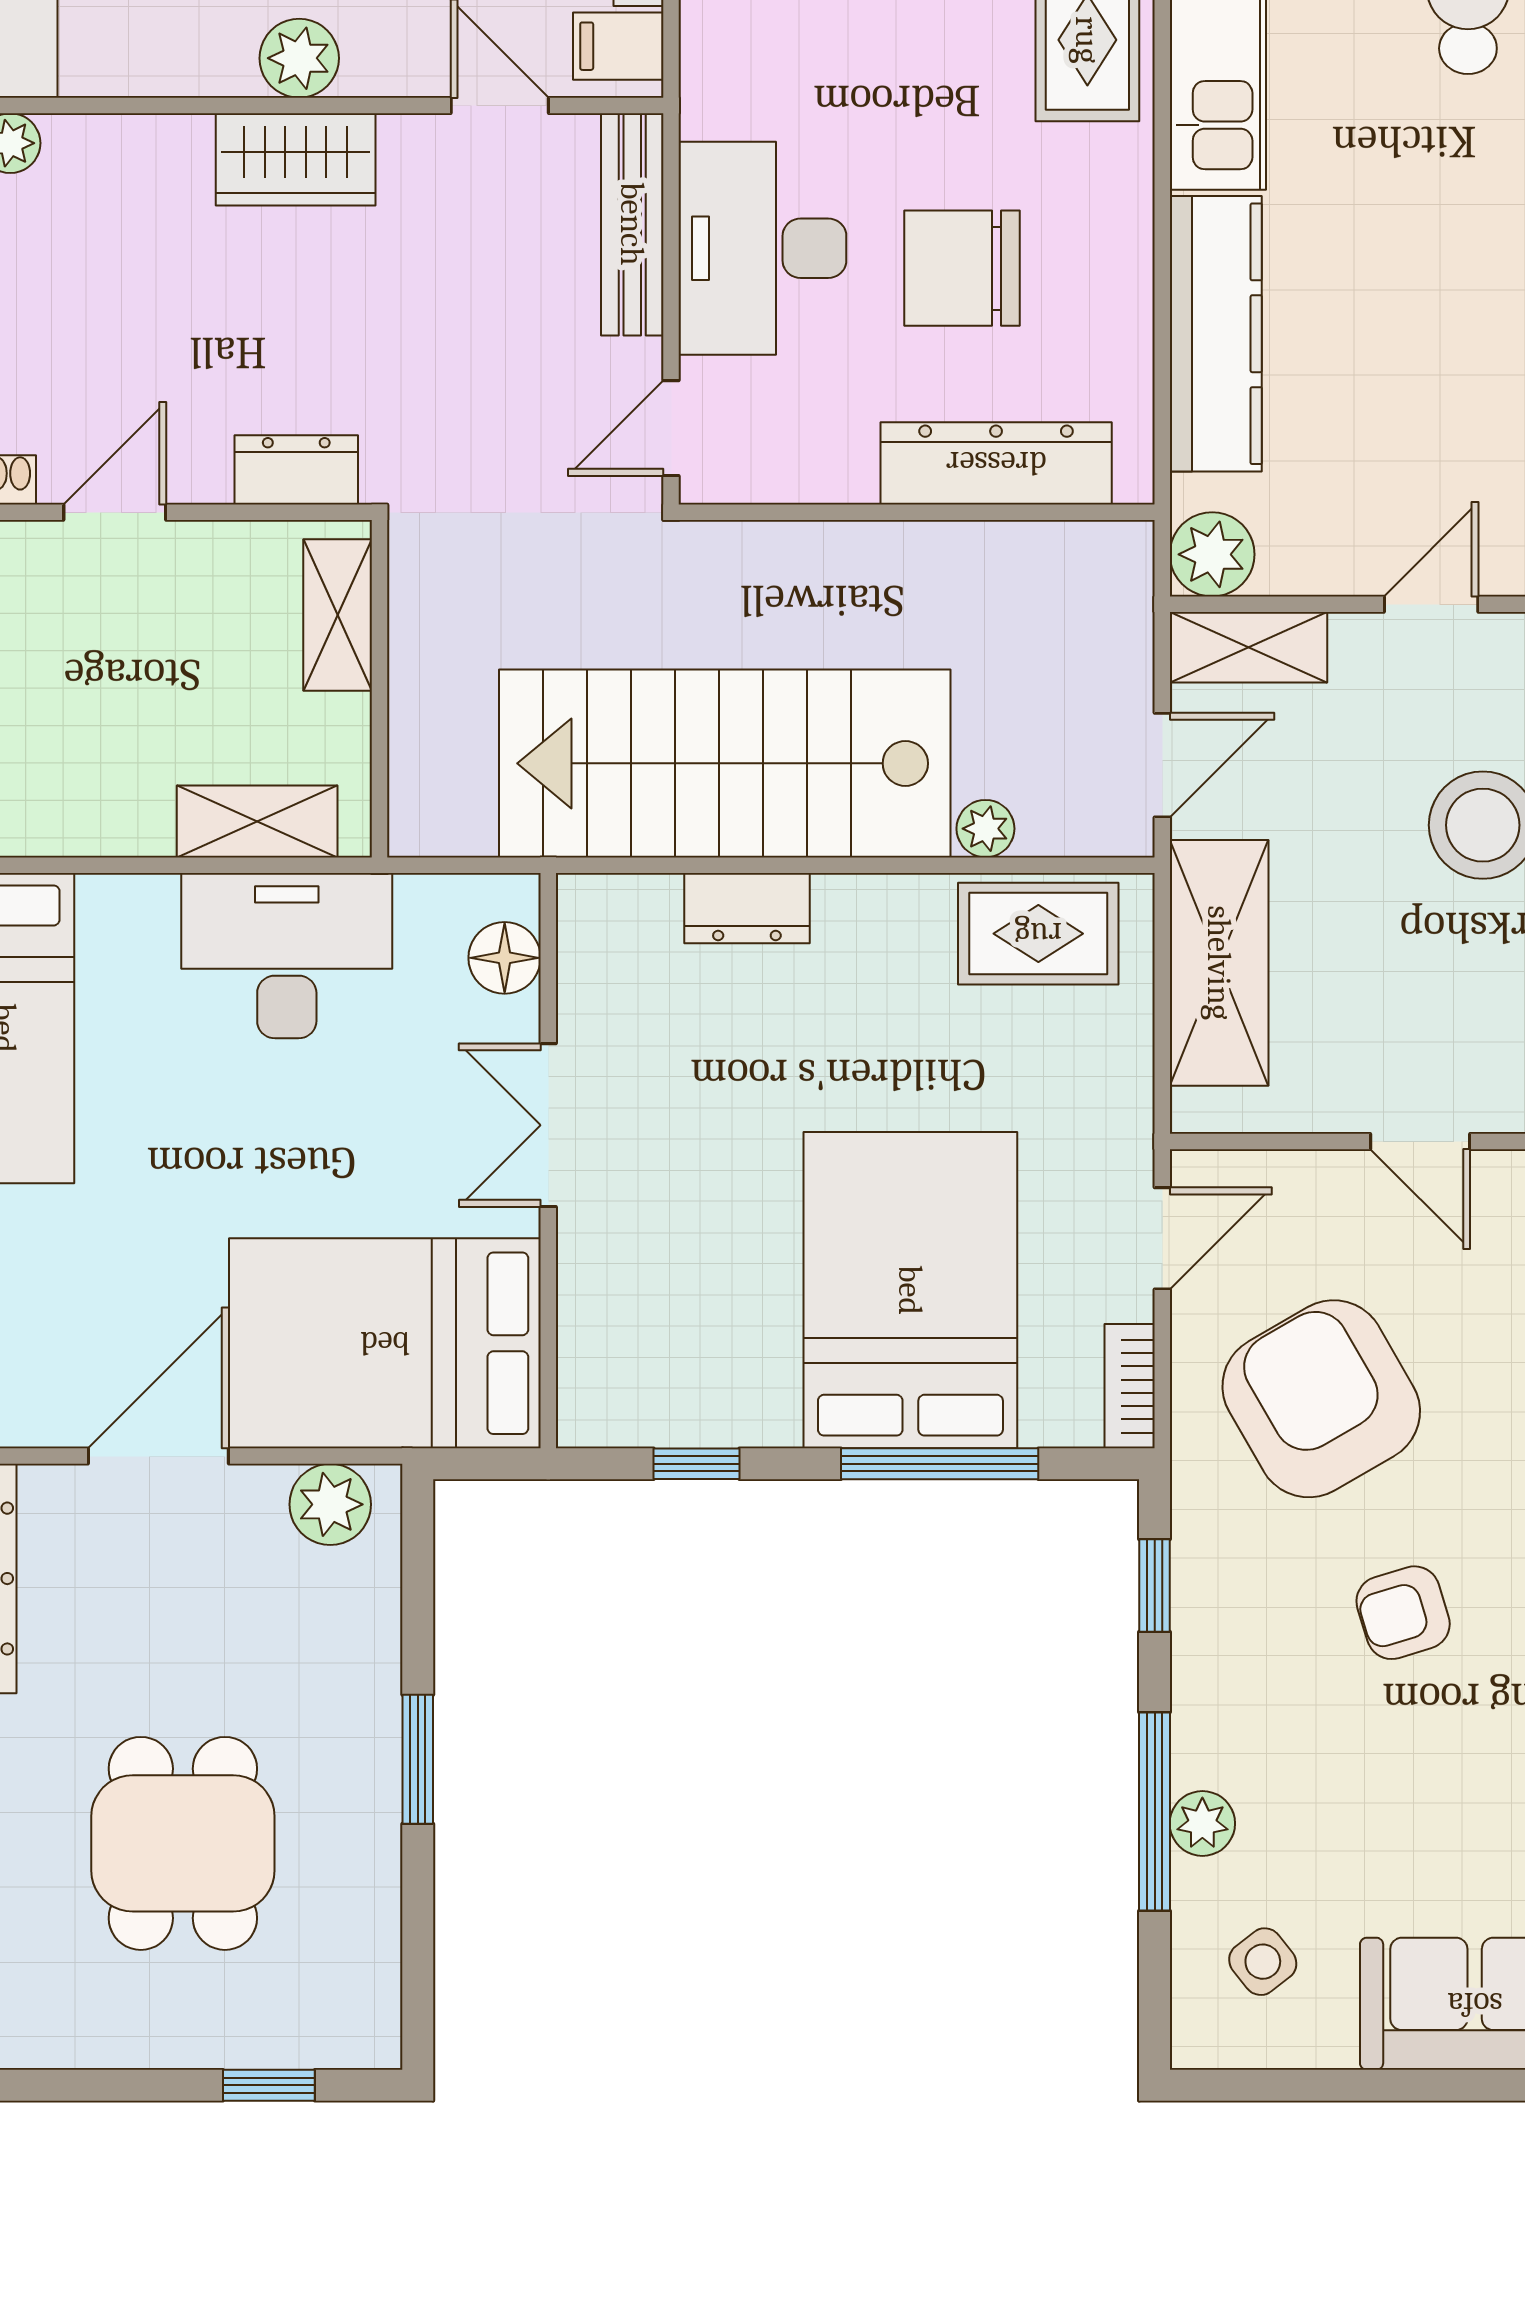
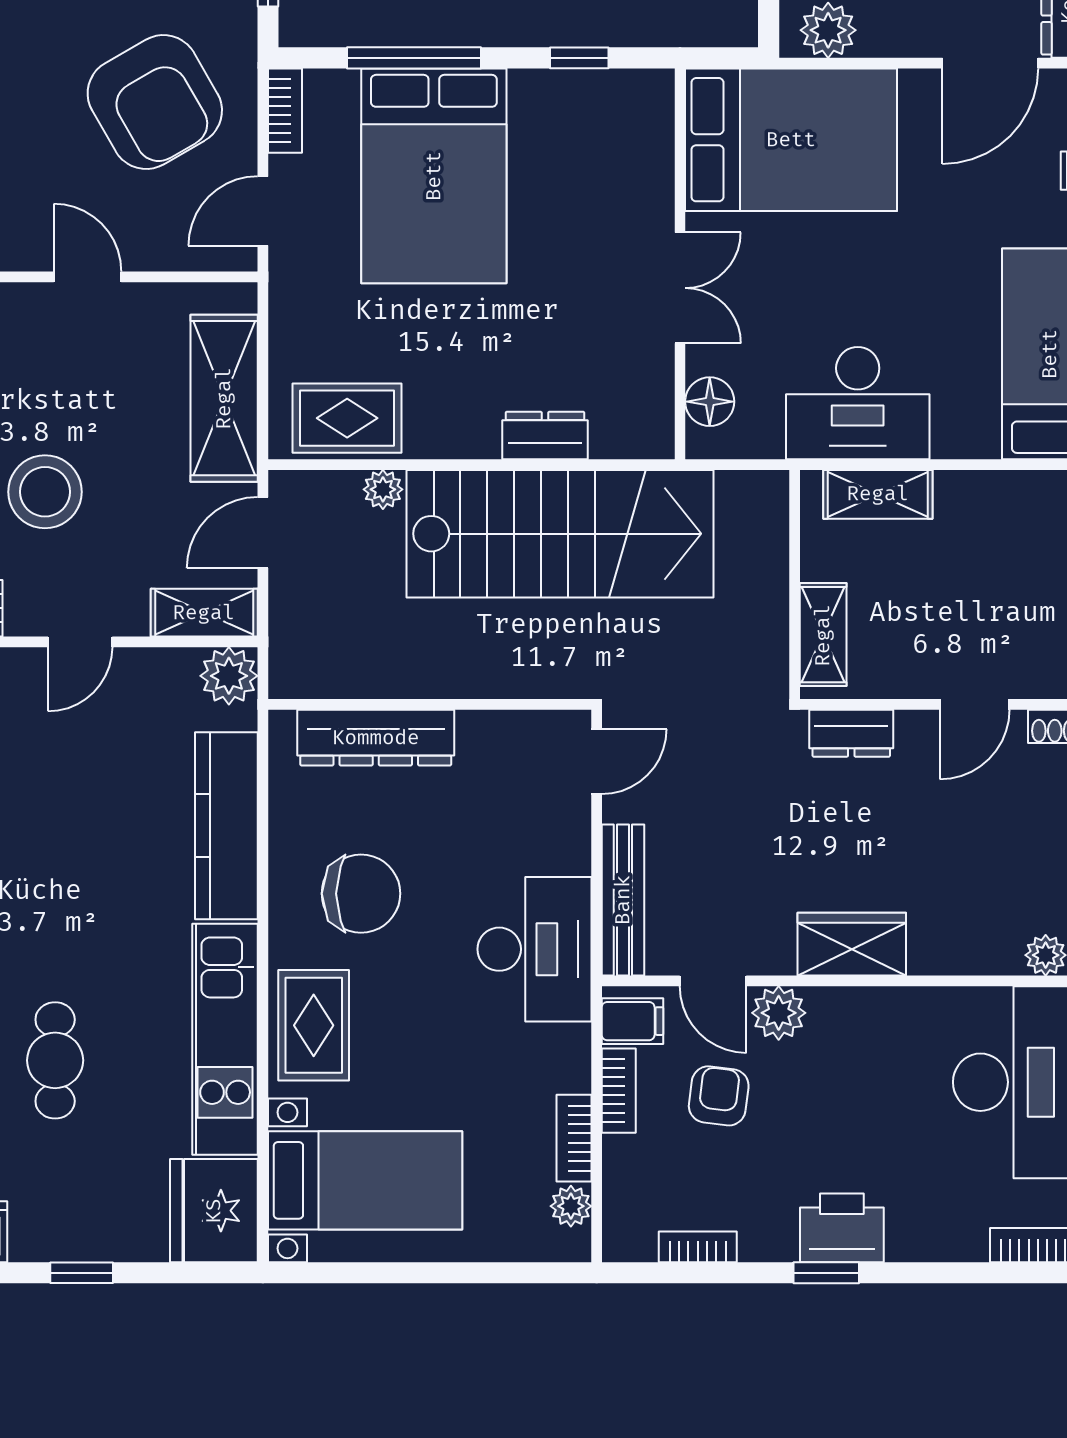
plant: (299, 58) -> (779, 1013), moved
desk: (762, 248) -> (534, 949), moved
chair: (962, 268) -> (361, 894), moved
door: (158, 1456) -> (990, 63), moved

